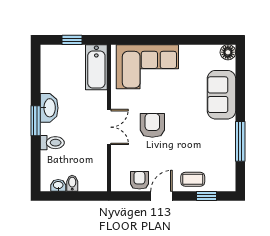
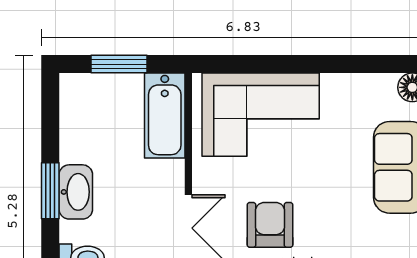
window: (72, 40) -> (119, 64), width x1.50
window: (36, 121) -> (50, 191), moved

